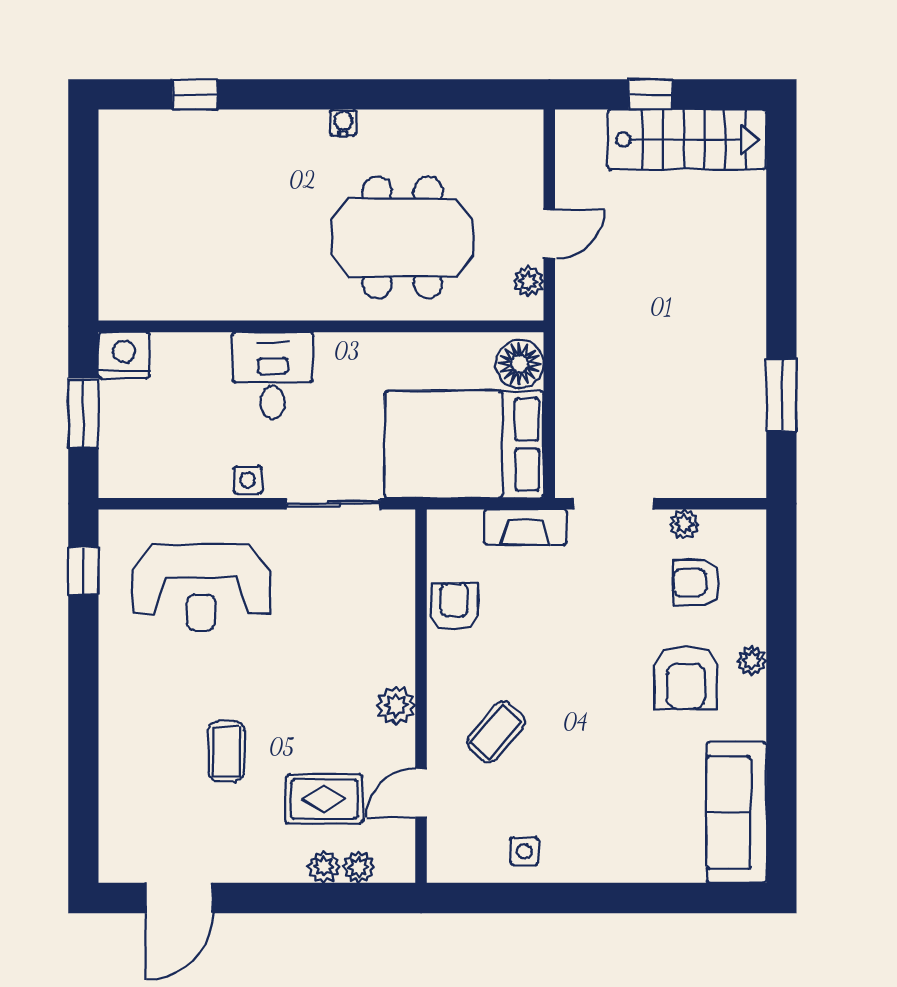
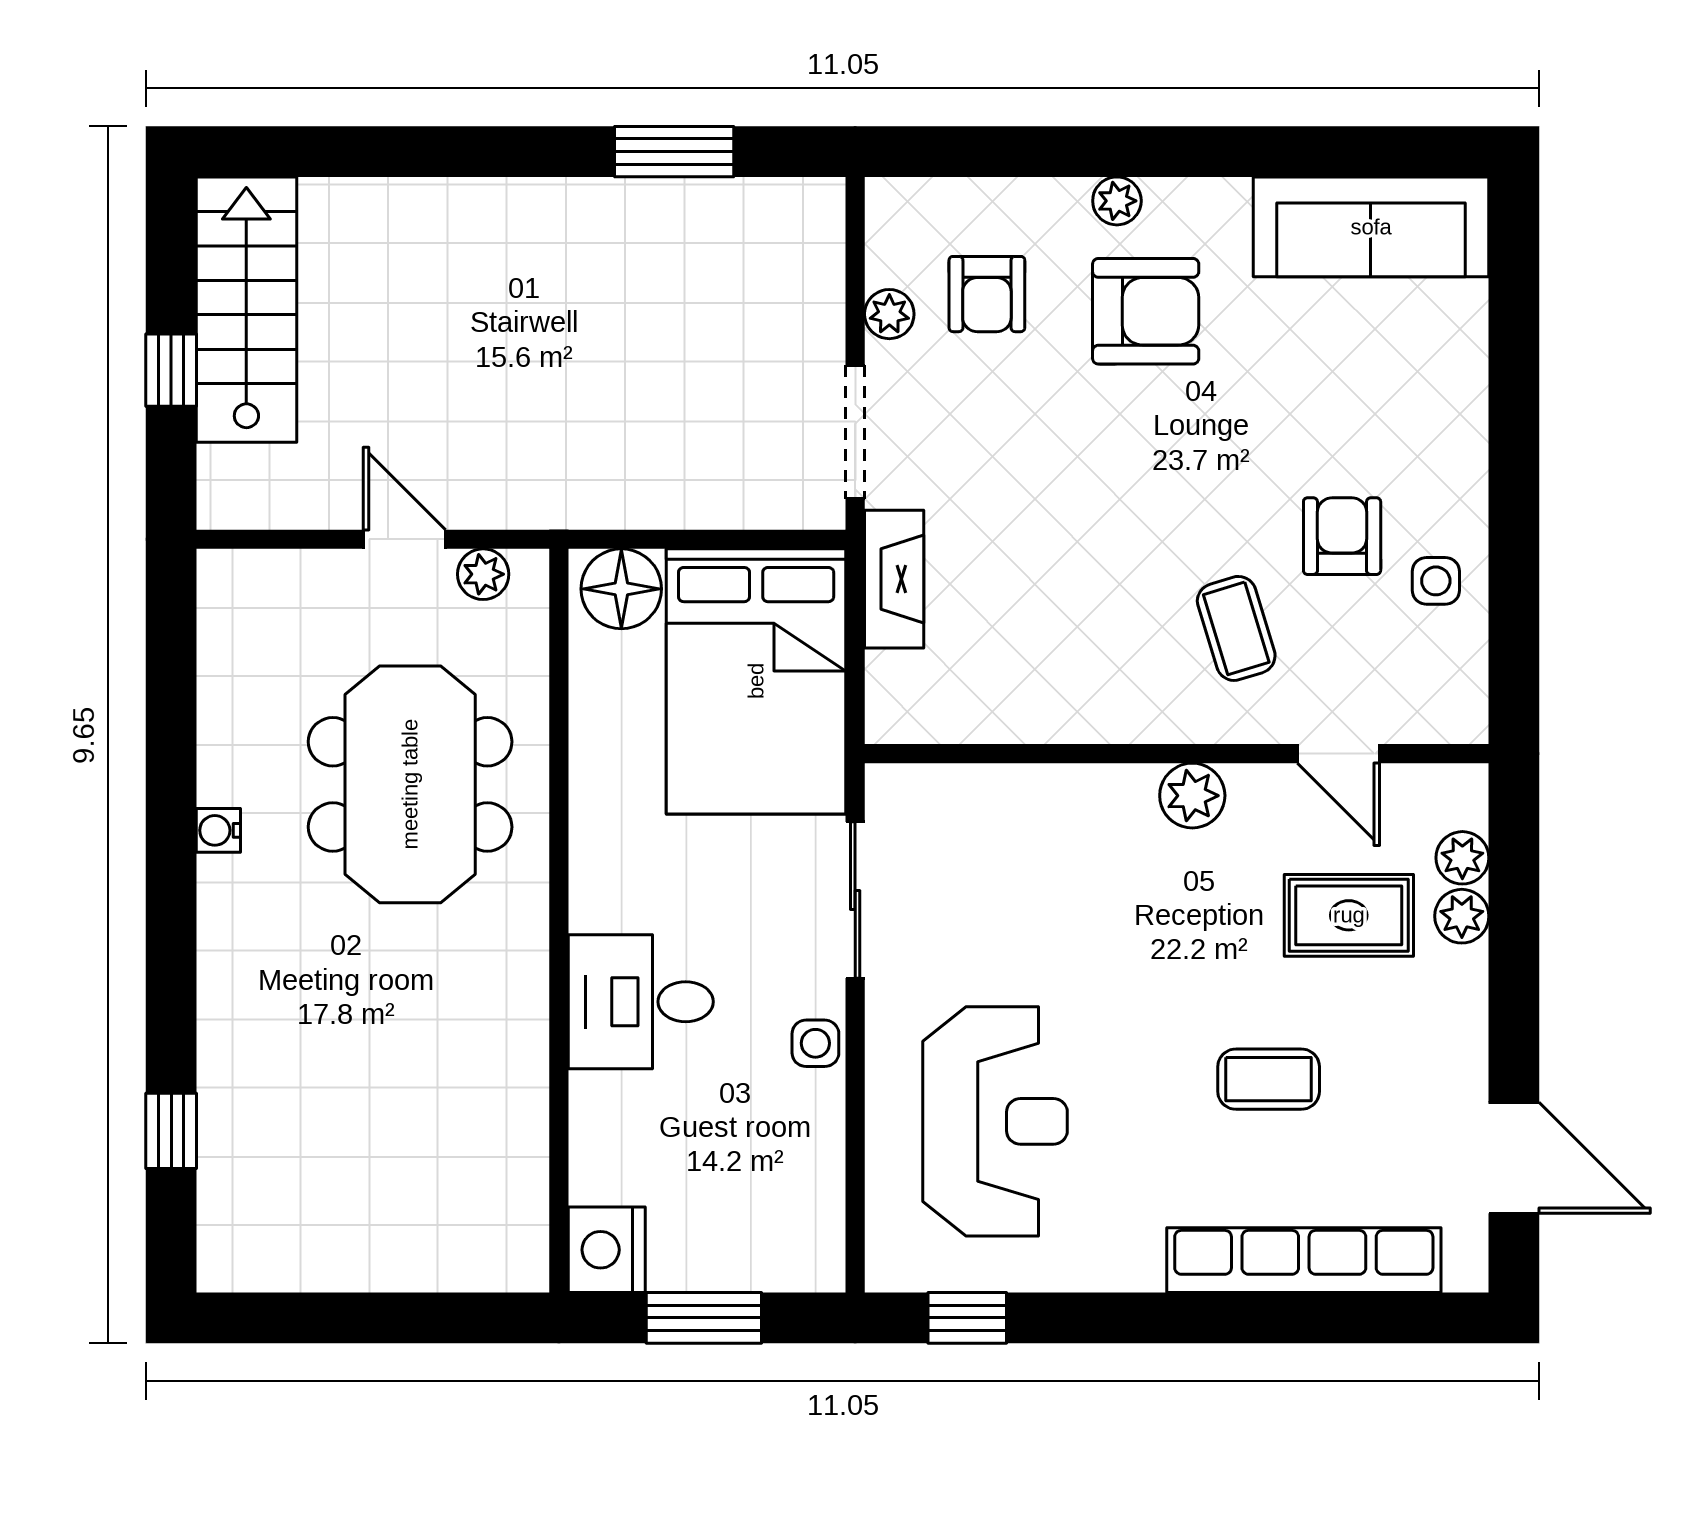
water cooler: (343, 123) -> (218, 830), moved
armchair: (454, 606) -> (1342, 536), moved, turned 90
coffee table: (496, 732) -> (1236, 628), turned 33
row of seats: (118, 772) -> (1304, 1260), added
rug: (324, 799) -> (1349, 915), turned 90

